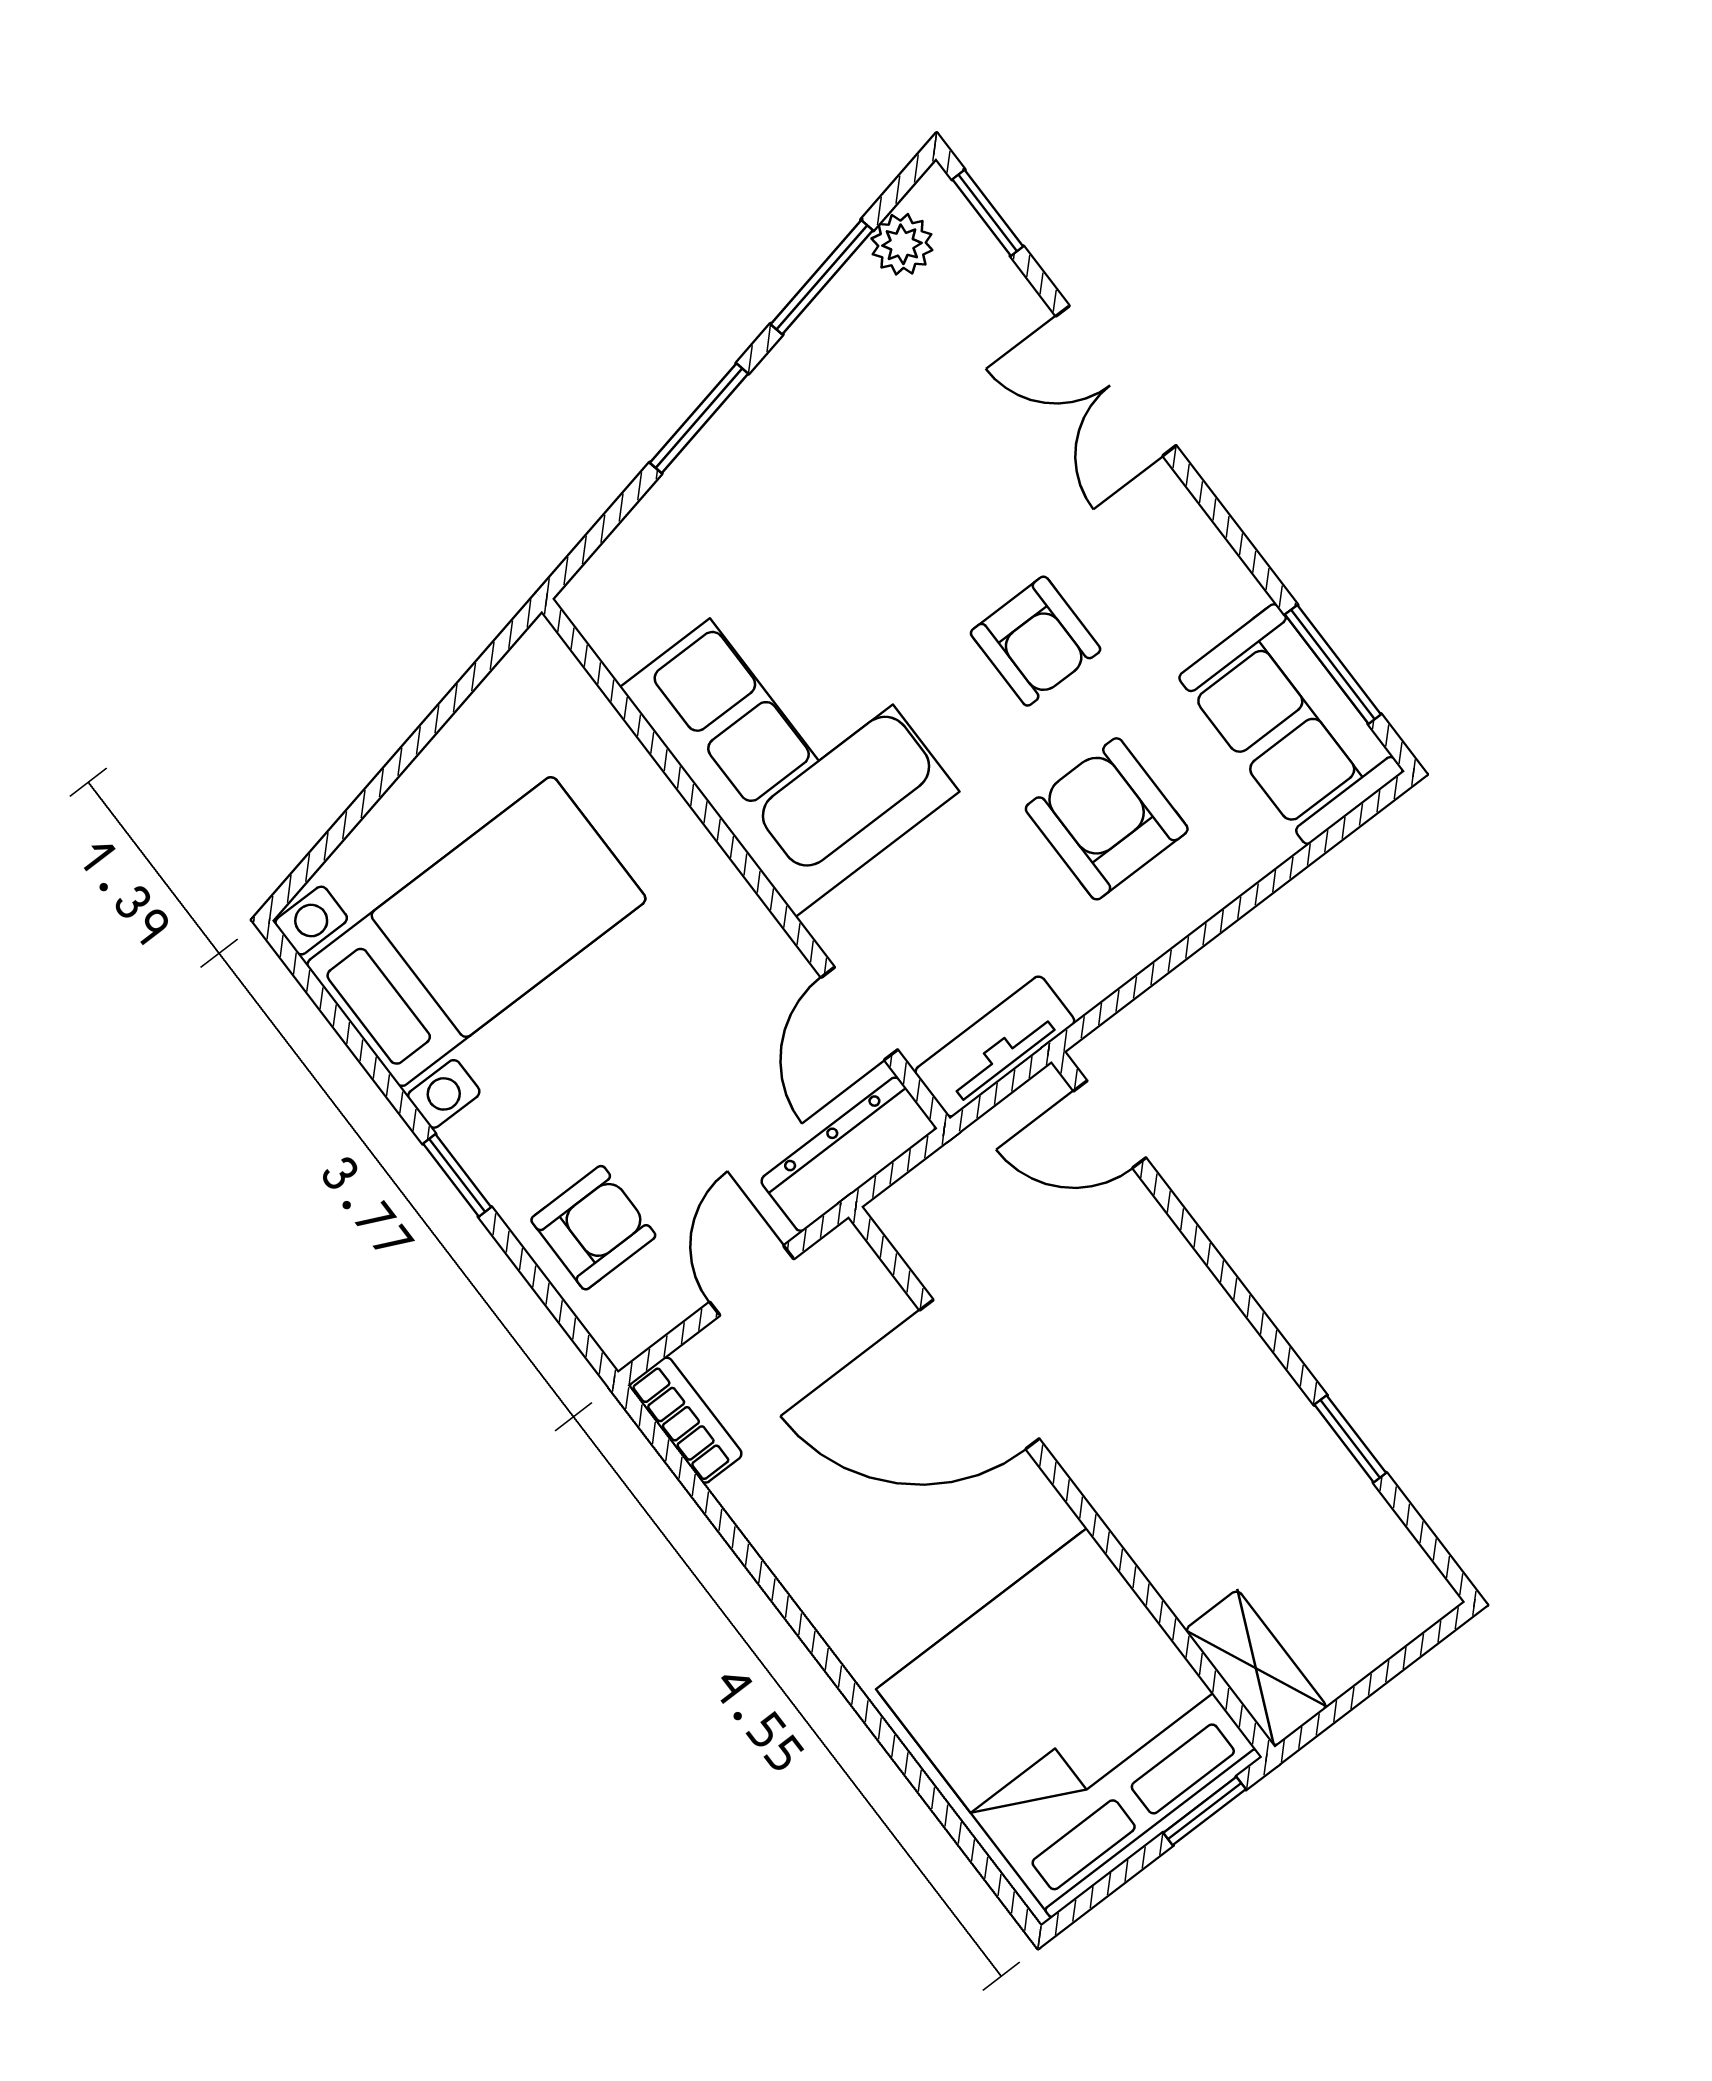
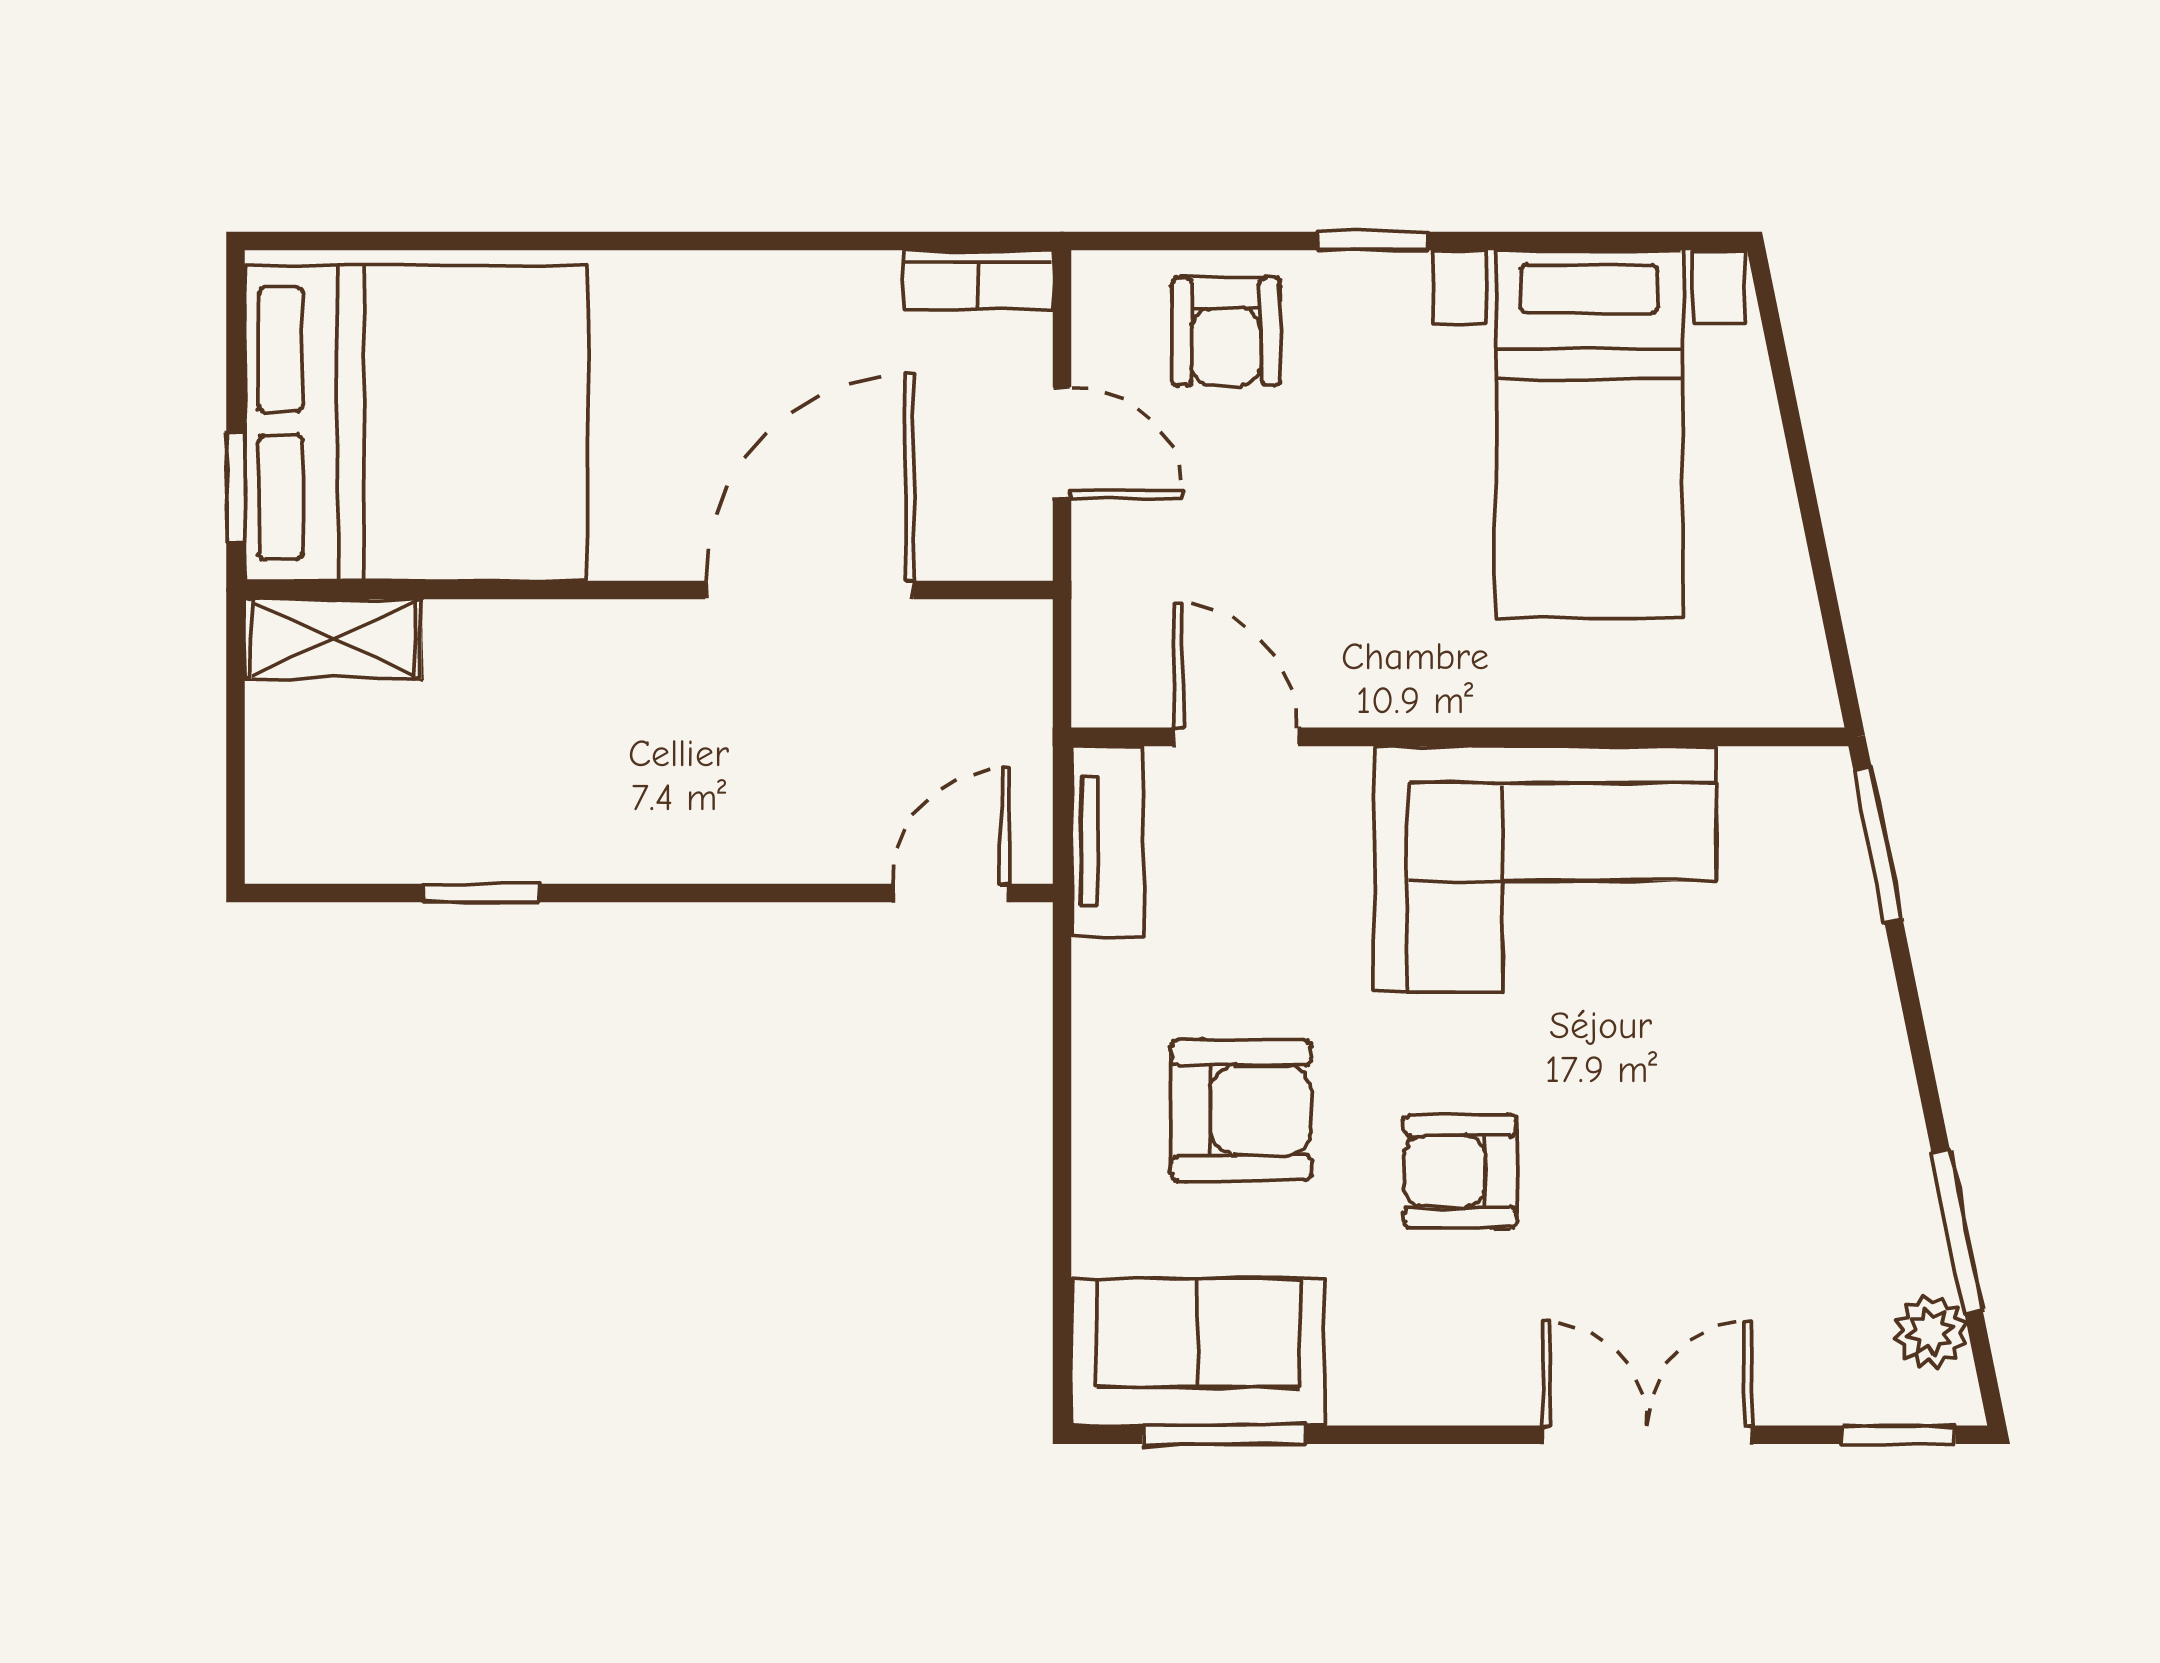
window: (699, 418) -> (1878, 845), moved
dresser: (848, 1154) -> (1111, 625), removed

